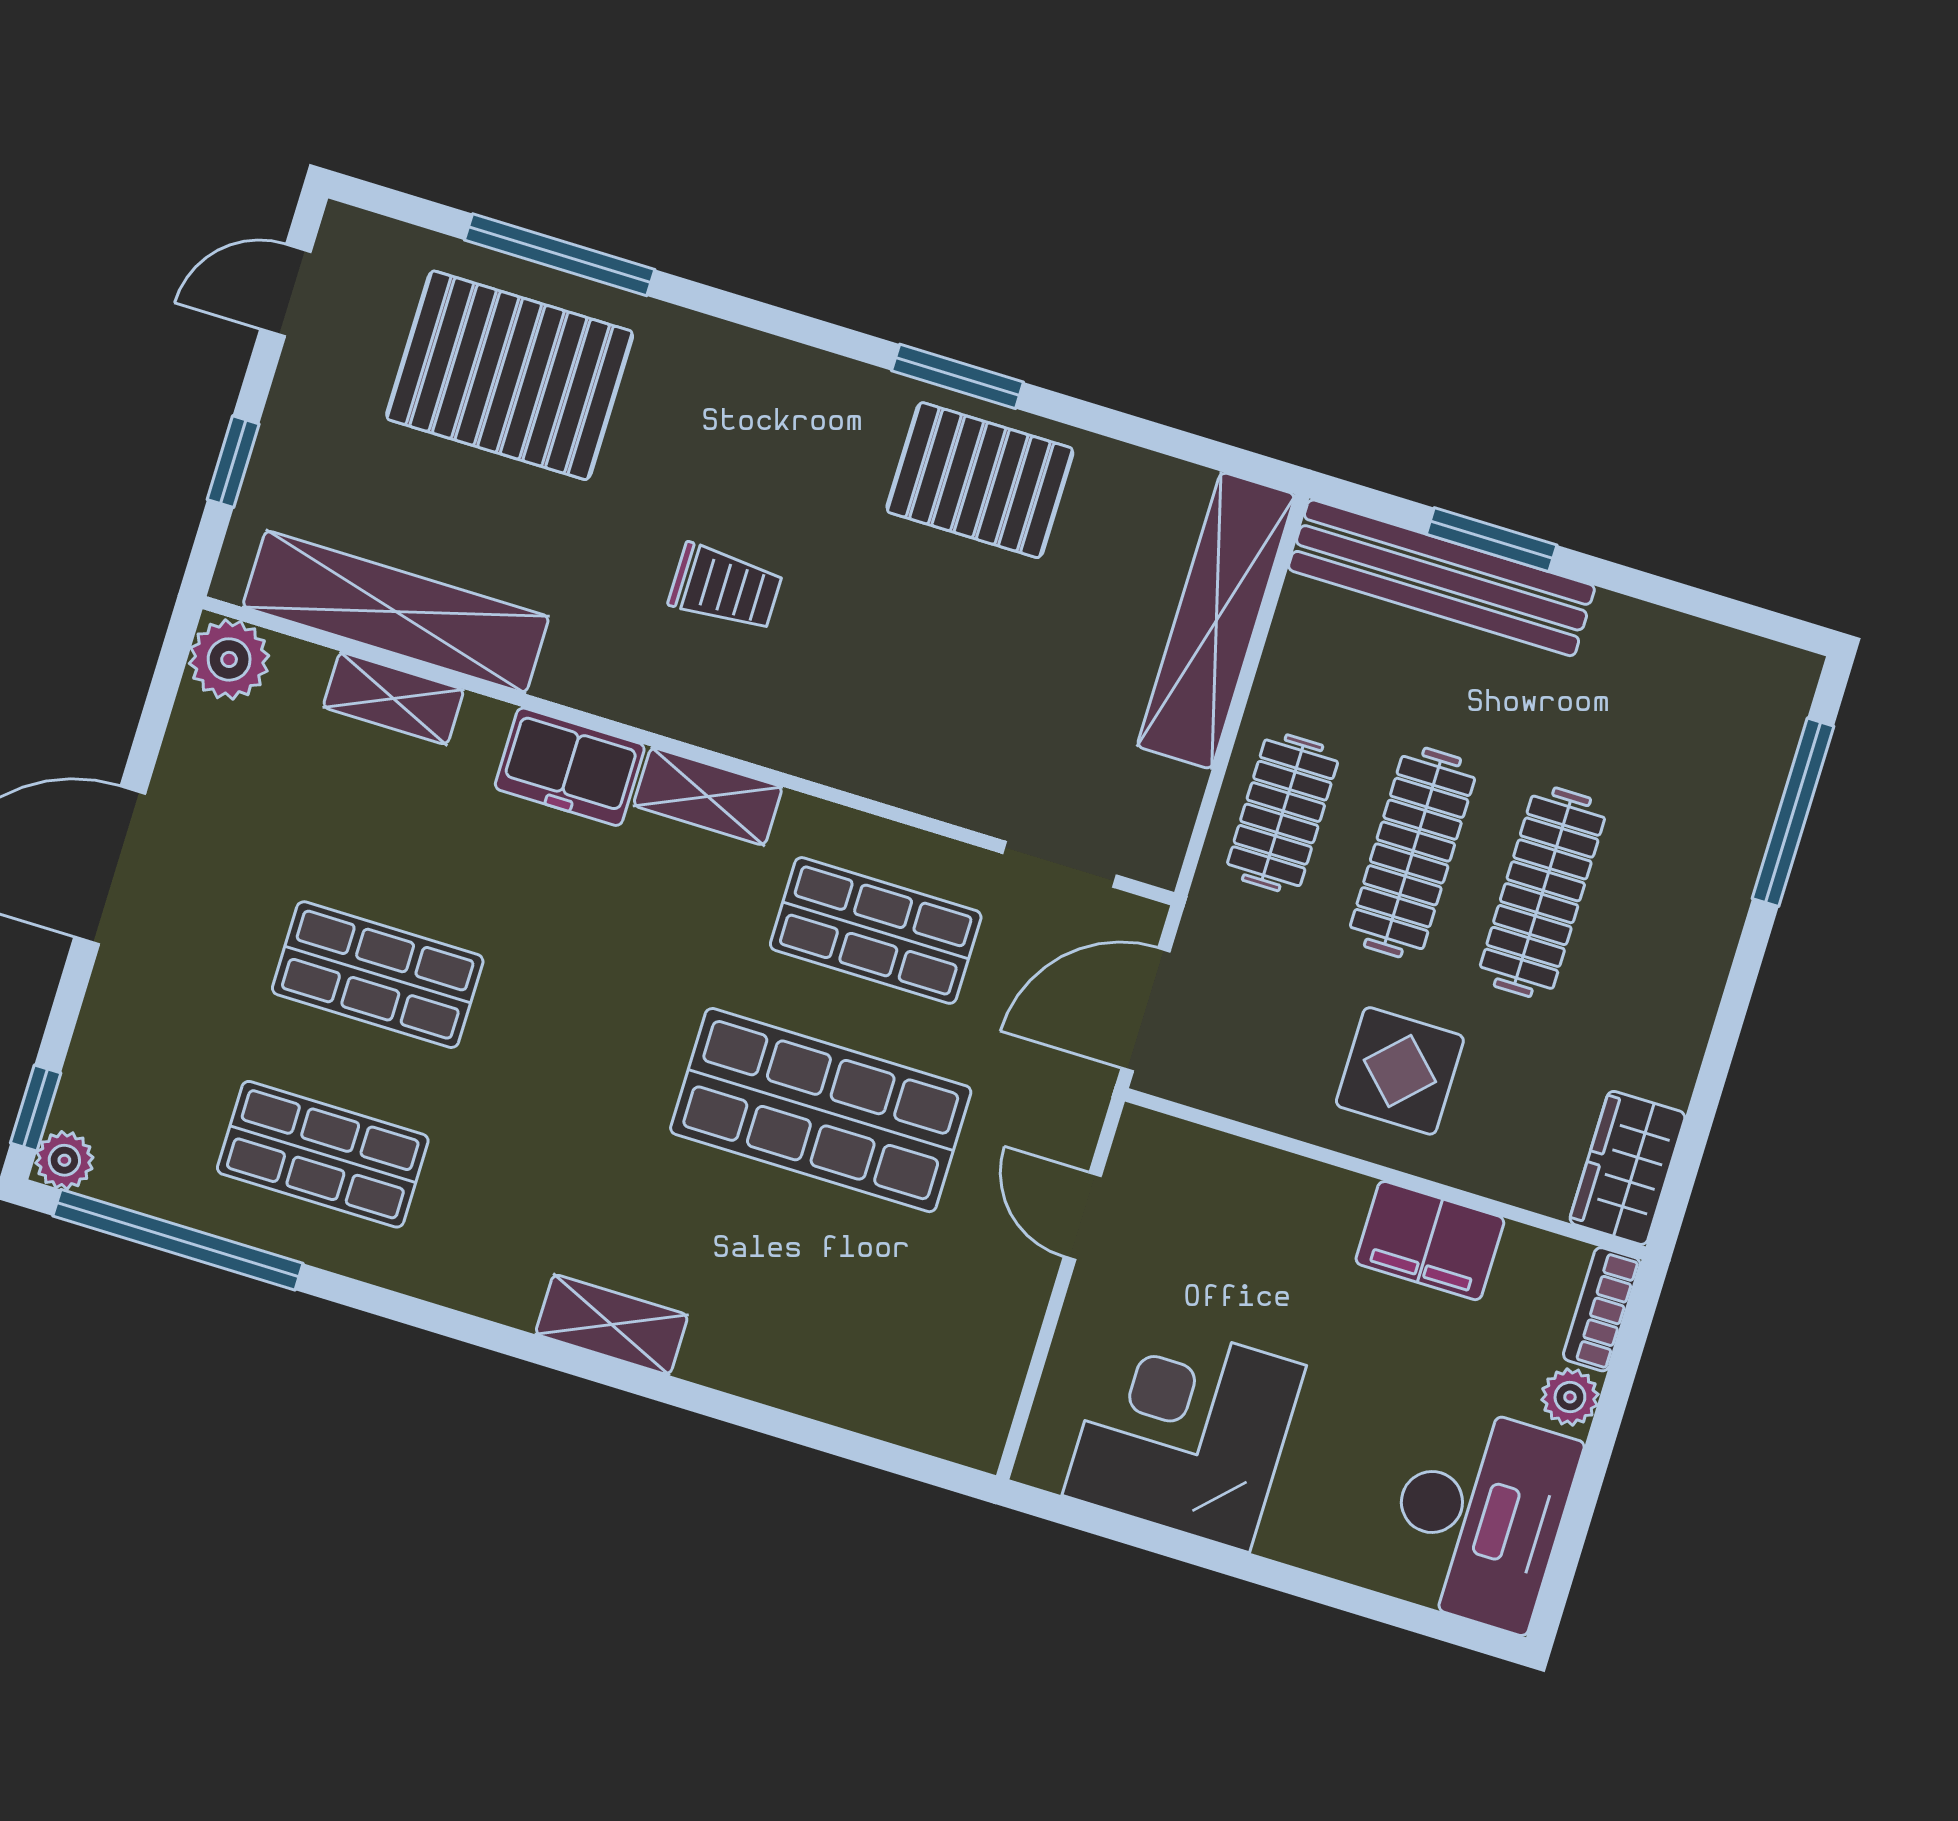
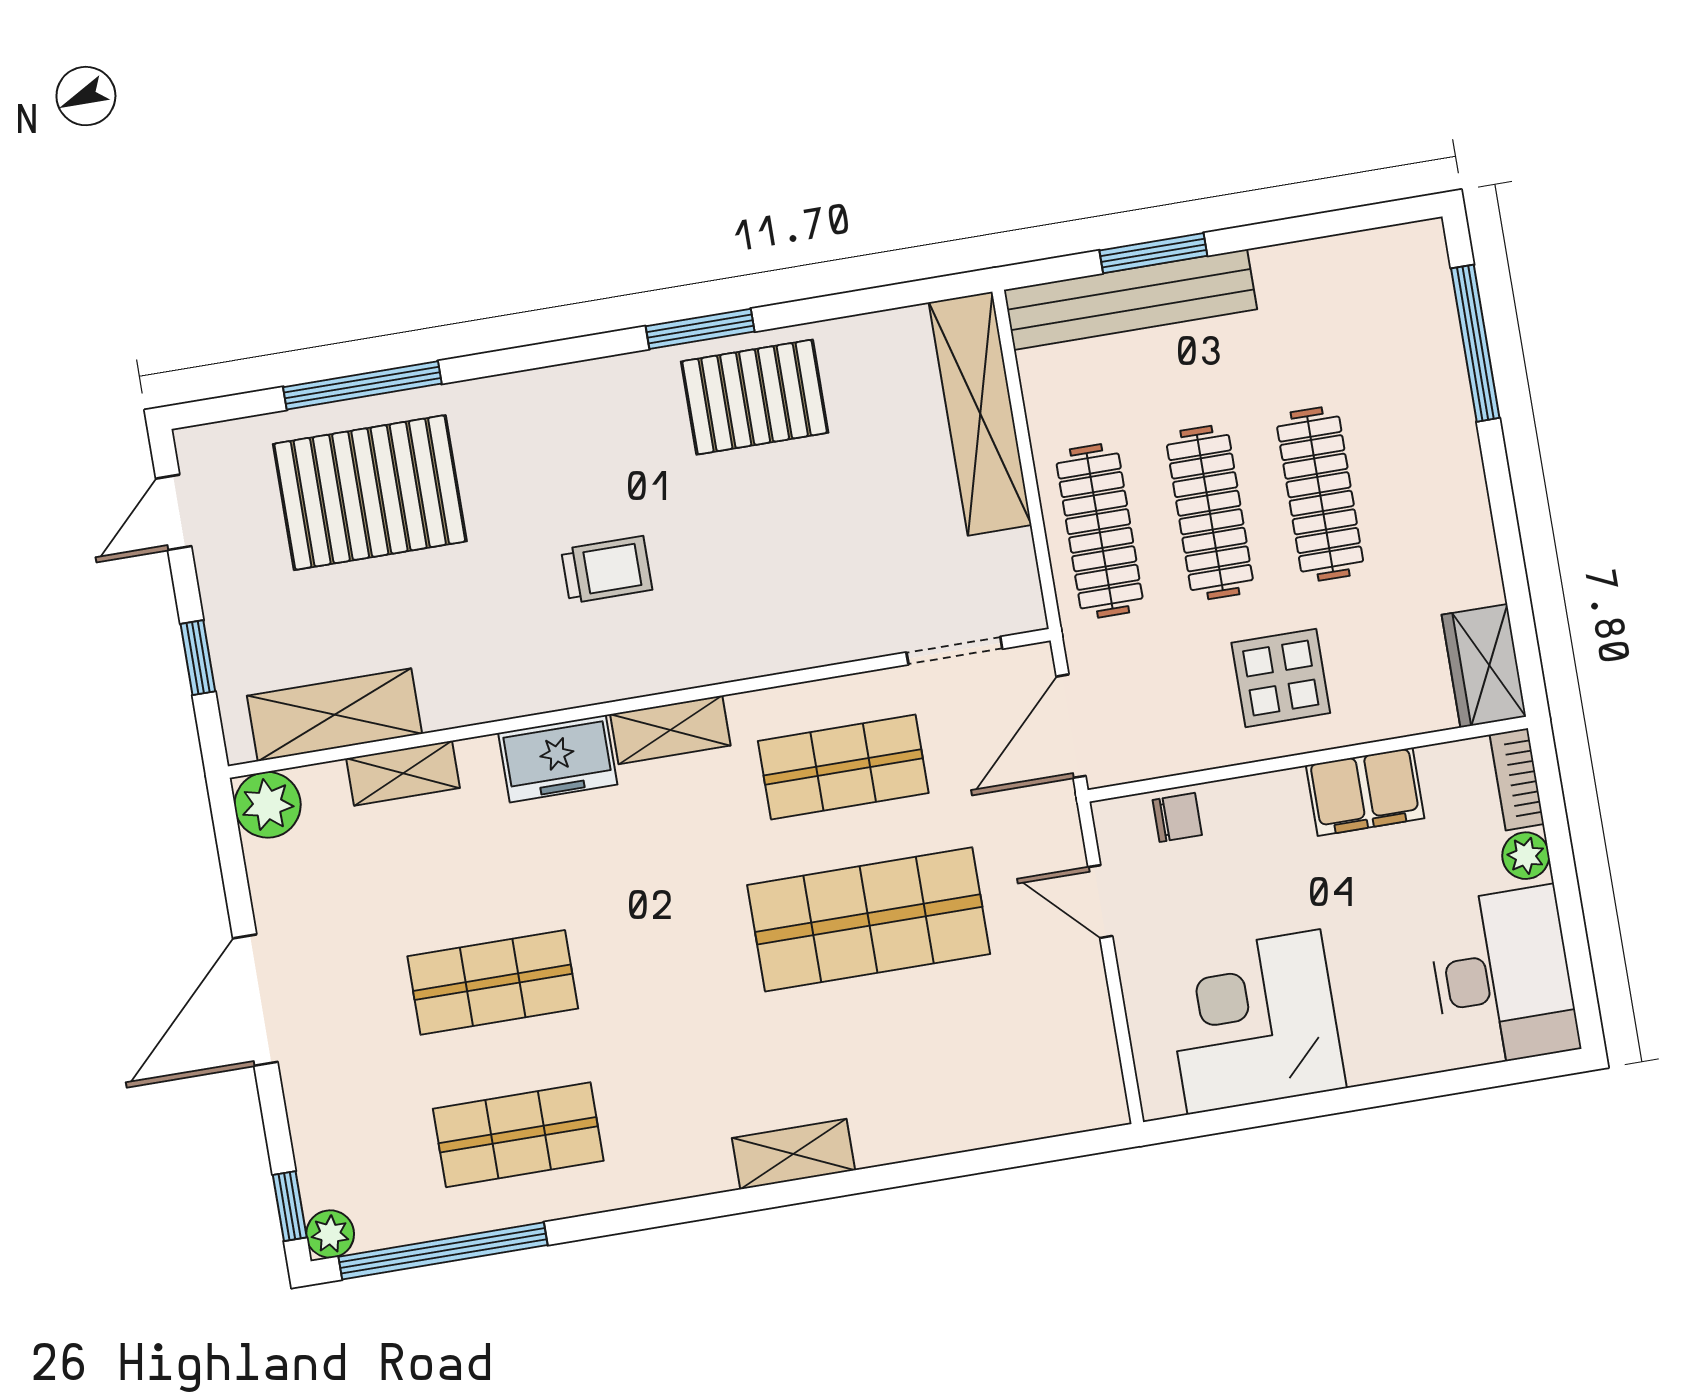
shelving: (396, 612) -> (335, 715), width x0.68
clothes rail: (1283, 813) -> (1100, 531), width x1.36
chair: (1212, 1167) -> (1177, 817), added

